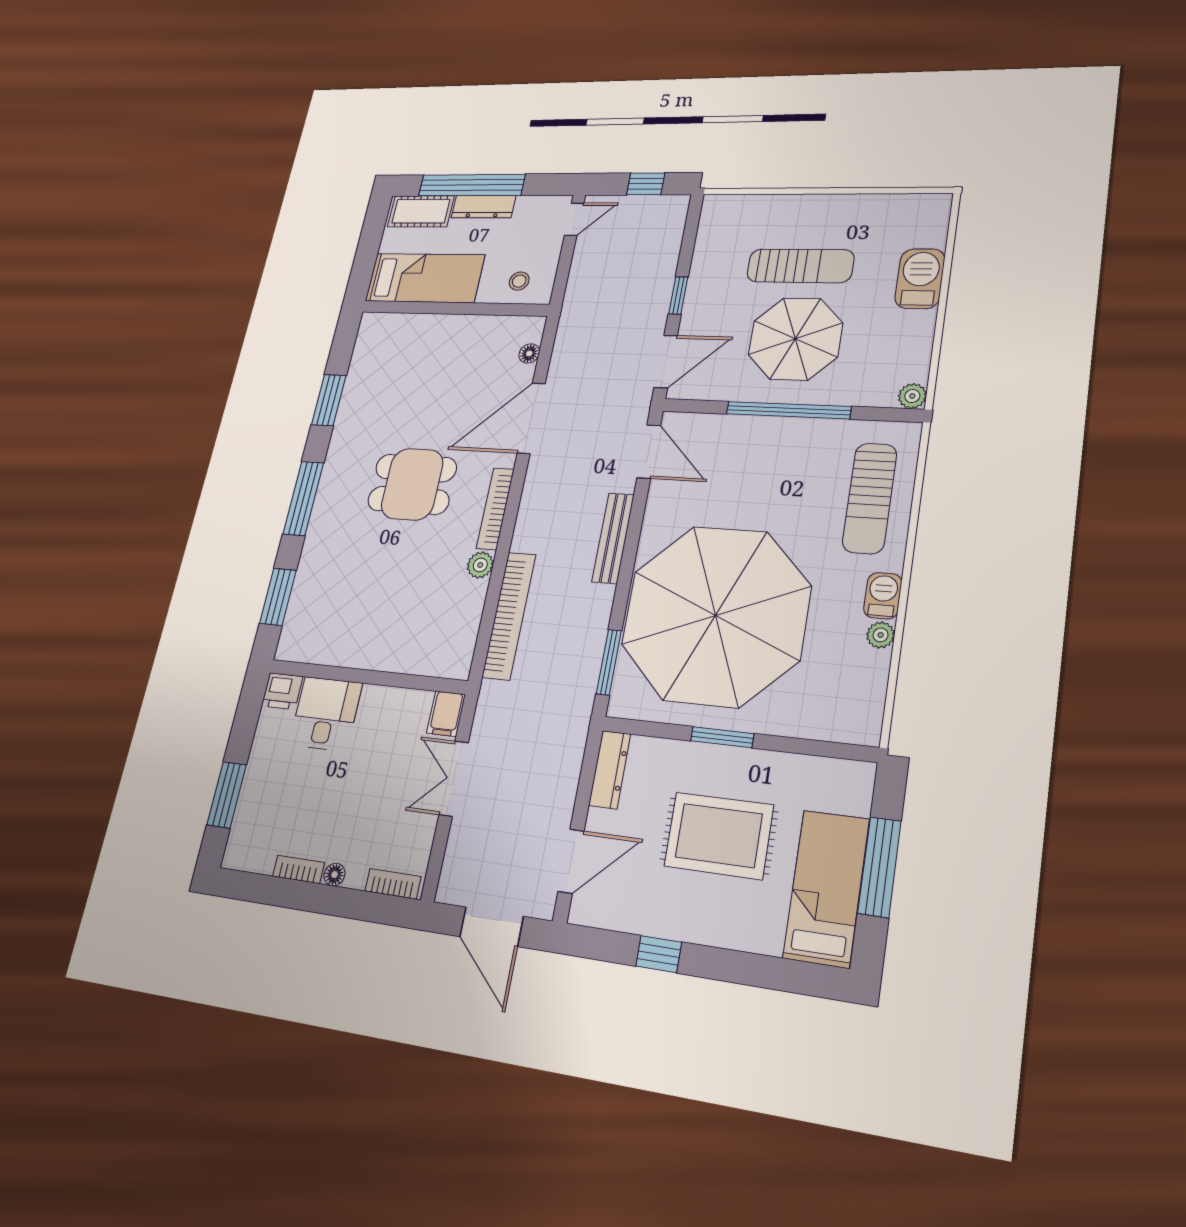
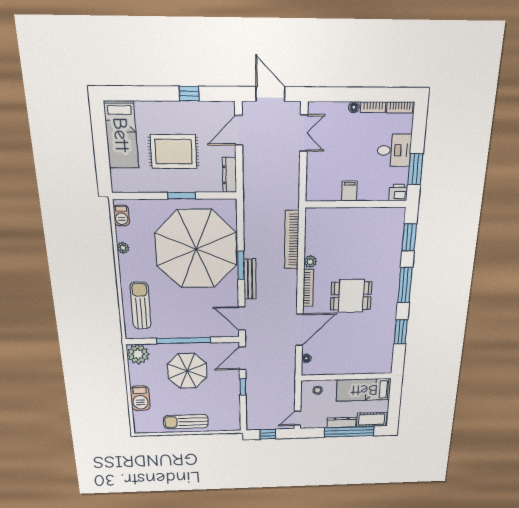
sun lounger: (800, 266) -> (186, 422), moved
plant: (912, 396) -> (138, 354), width x1.87, depth x1.87
barbecue: (883, 596) -> (121, 215), moved
window: (609, 662) -> (241, 265), moved
desk: (326, 714) -> (394, 150), moved, turned -90
filing cabinet: (446, 714) -> (349, 191), moved
double door: (454, 779) -> (304, 133), moved
window: (227, 795) -> (415, 169), moved
window: (879, 867) -> (101, 147), removed
bookcase: (393, 884) -> (400, 107), moved

